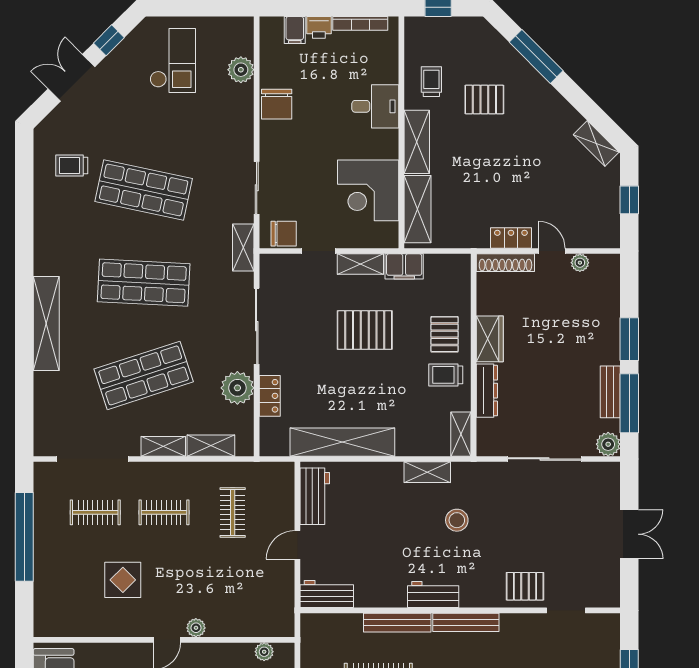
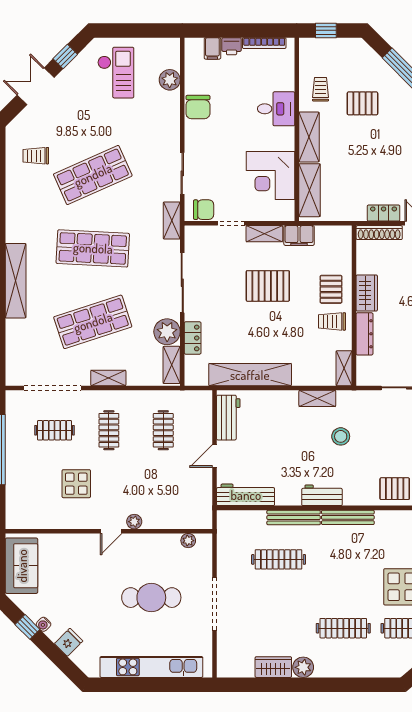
shop shelf: (144, 190) -> (93, 175), turned -36
shelving: (211, 446) -> (172, 365), moved, turned 90
clothes rail: (164, 512) -> (109, 430), turned 90
workbench: (327, 594) -> (246, 495), width x1.38

